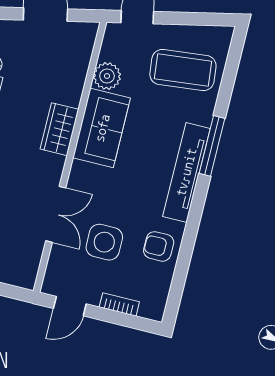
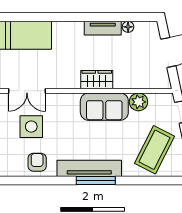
coffee table: (183, 70) -> (154, 150), turned 33
window: (212, 146) -> (96, 180), moved
double door: (56, 214) -> (27, 91), moved

